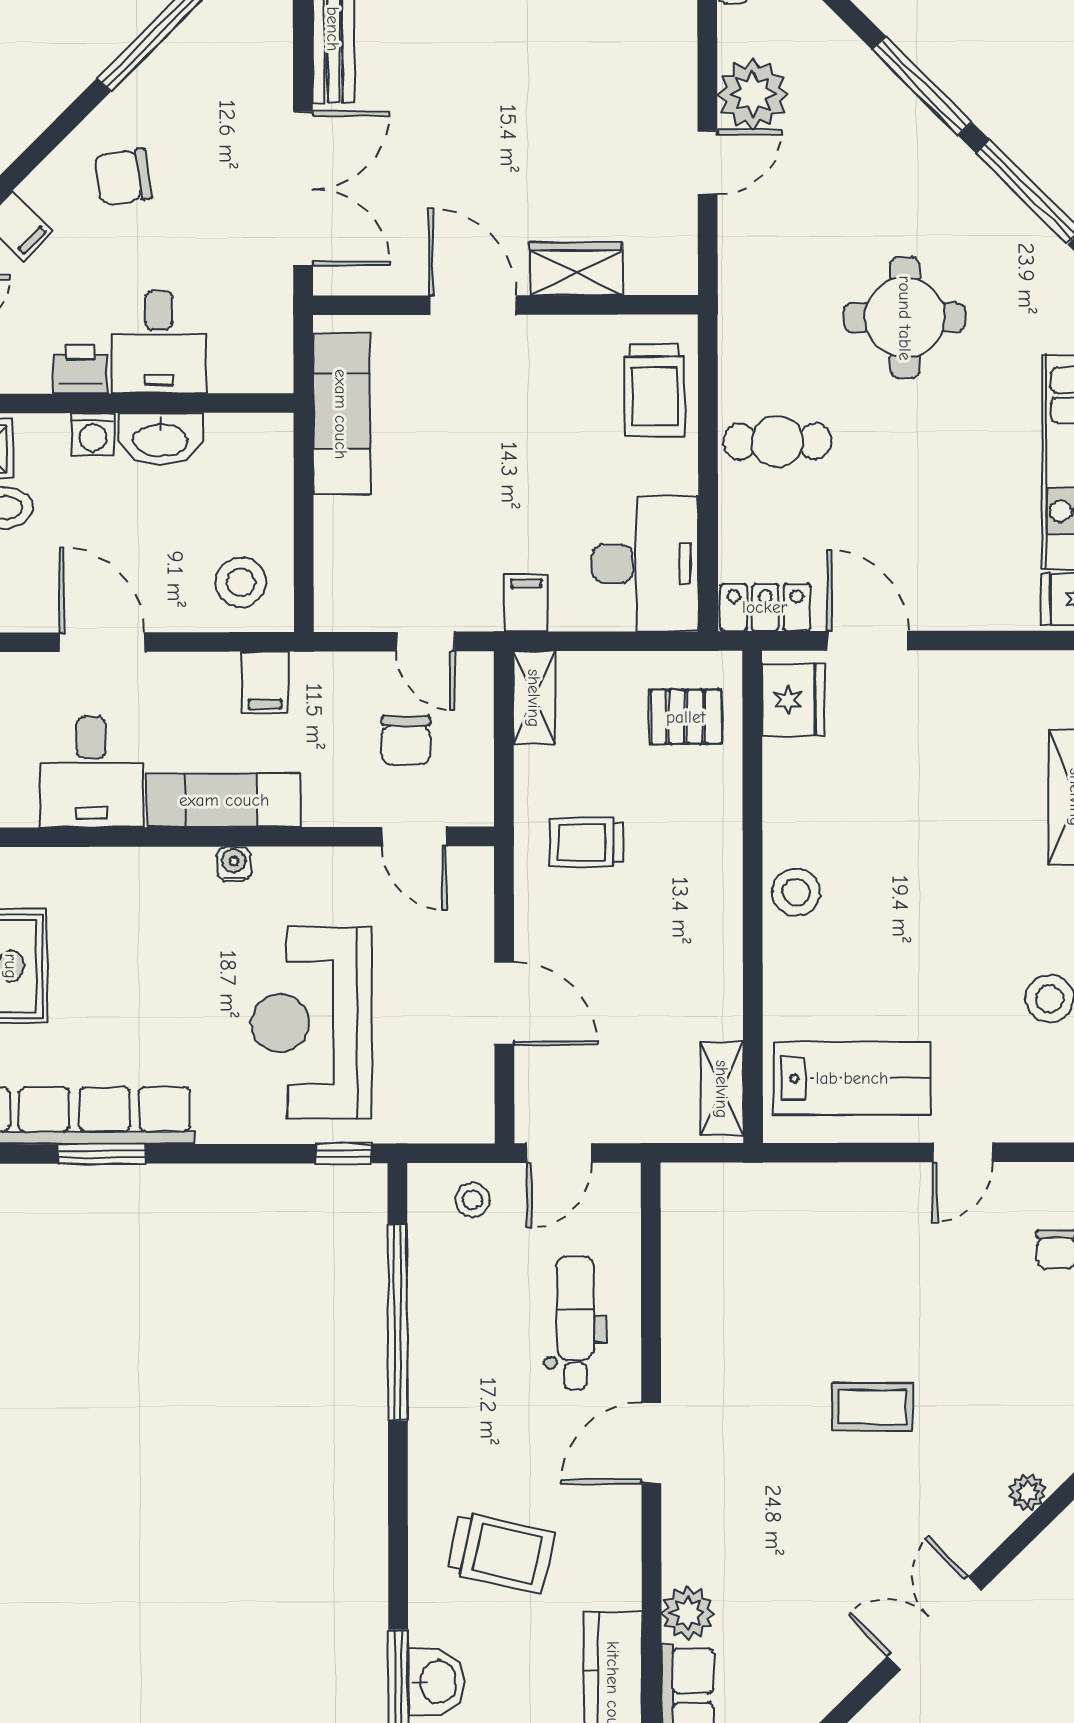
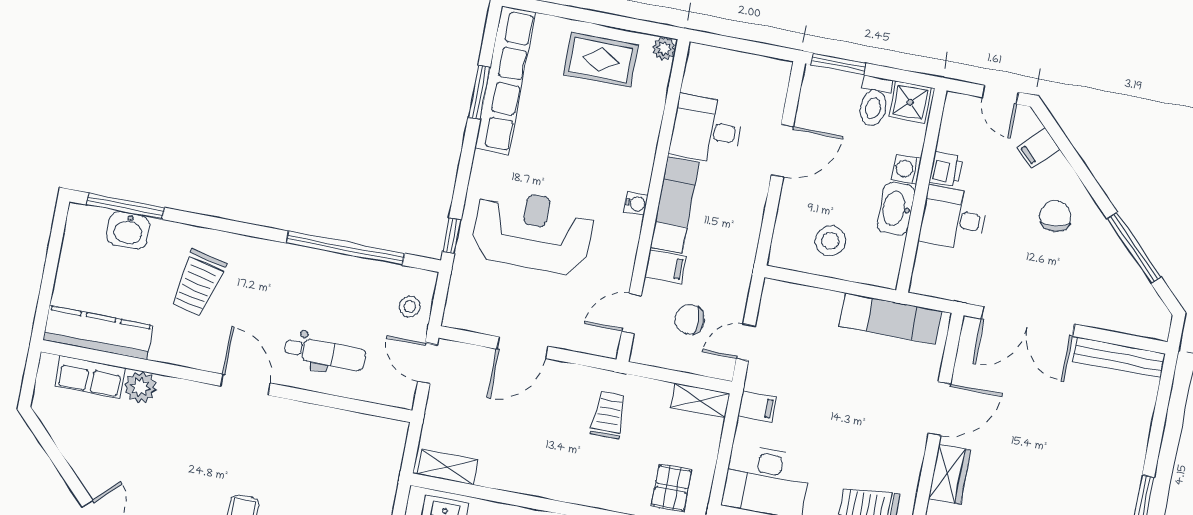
stool: (241, 582) -> (830, 241), moved
filing cabinet: (265, 683) -> (665, 267), moved, turned 180

